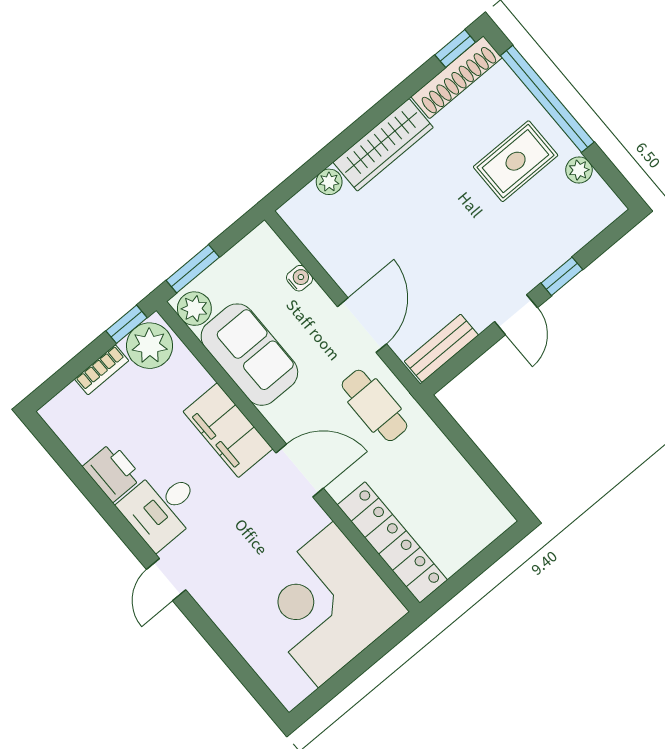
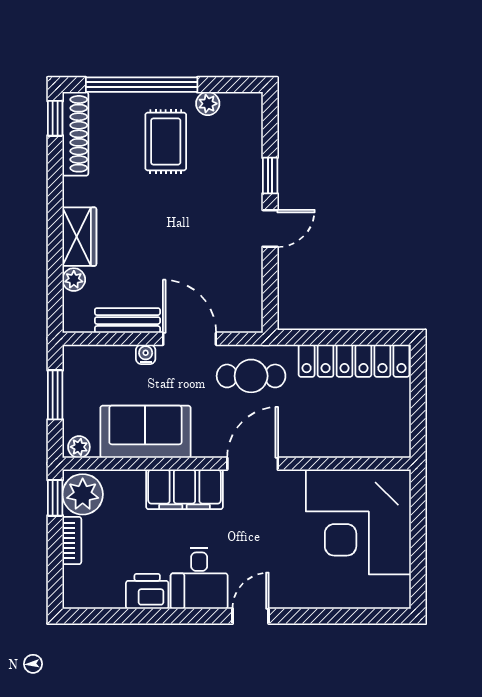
wardrobe: (383, 145) -> (79, 237), width x0.67
window: (193, 269) -> (55, 395), moved
water cooler: (300, 278) -> (146, 354), moved
plant: (194, 309) -> (79, 447), width x0.73, depth x0.73
door: (516, 315) -> (270, 228), hinge flipped
bench: (441, 348) -> (127, 321), moved, turned 90
locker: (392, 542) -> (354, 361), moved, turned 180
door: (166, 580) -> (251, 616), swing flipped

